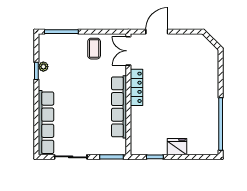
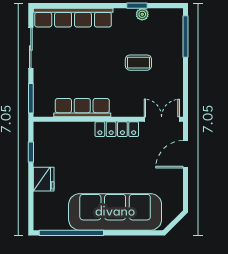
door: (157, 32) -> (186, 154), swing flipped
coffee table: (94, 49) -> (138, 63), moved
sofa: (204, 89) -> (115, 212), added
row of seats: (119, 107) -> (82, 108), width x0.73

